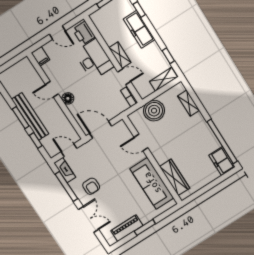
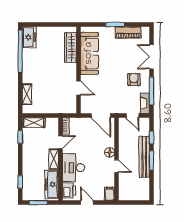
freezer: (139, 29) -> (52, 184), moved, turned 180
door: (124, 77) -> (60, 142), swing flipped
boiler: (154, 111) -> (55, 105), removed

